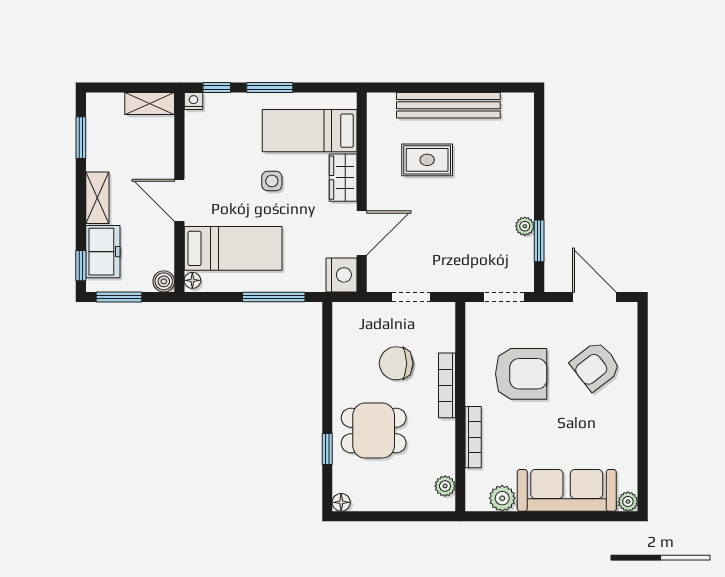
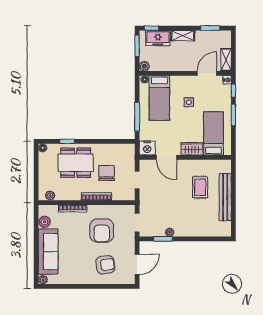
side table: (272, 181) -> (189, 102), moved
door: (179, 200) -> (207, 73), moved
armchair: (596, 366) -> (105, 265), turned 121
dining table: (374, 430) -> (76, 163), width x1.37

